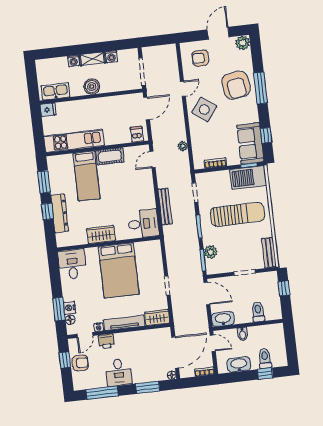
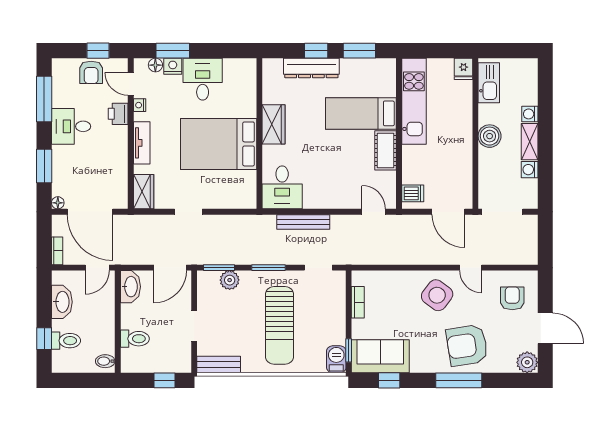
plant: (183, 146) -> (388, 258), removed
barbecue: (248, 177) -> (336, 359), width x0.53, depth x0.65
desk: (72, 264) -> (203, 79), moved, turned -90
tv unit: (124, 323) -> (142, 143), width x0.71
bidet: (243, 334) -> (105, 361), moved

